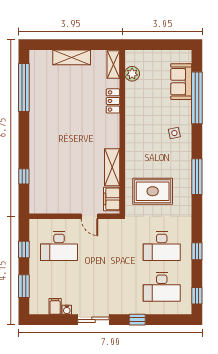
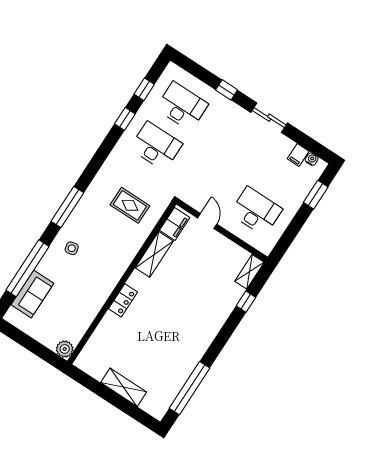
shelving: (113, 65) -> (249, 272), moved
plant: (132, 74) -> (65, 349), moved
locker: (113, 101) -> (123, 300), moved
window: (197, 177) -> (67, 207), moved
rug: (153, 191) -> (130, 205), width x0.73, depth x0.70
window: (24, 249) -> (292, 230), removed
window: (197, 296) -> (144, 89), moved
water cooler: (67, 310) -> (312, 159), moved

